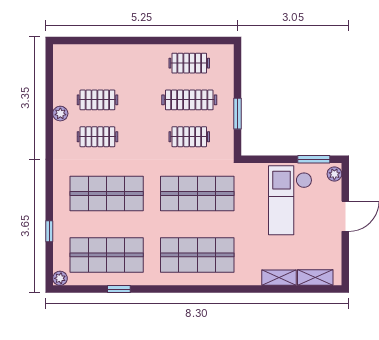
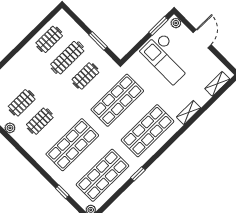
shelving: (279, 278) -> (189, 113), moved
window: (119, 289) -> (138, 174), moved

